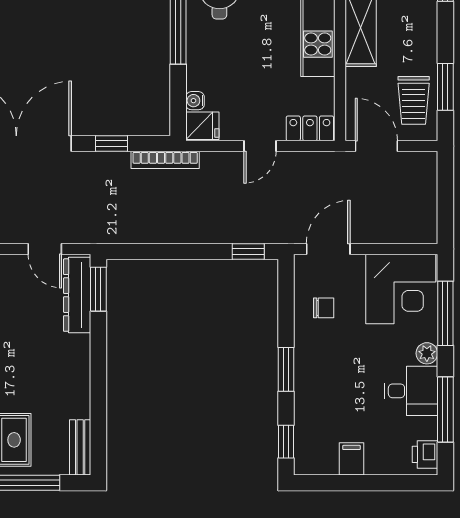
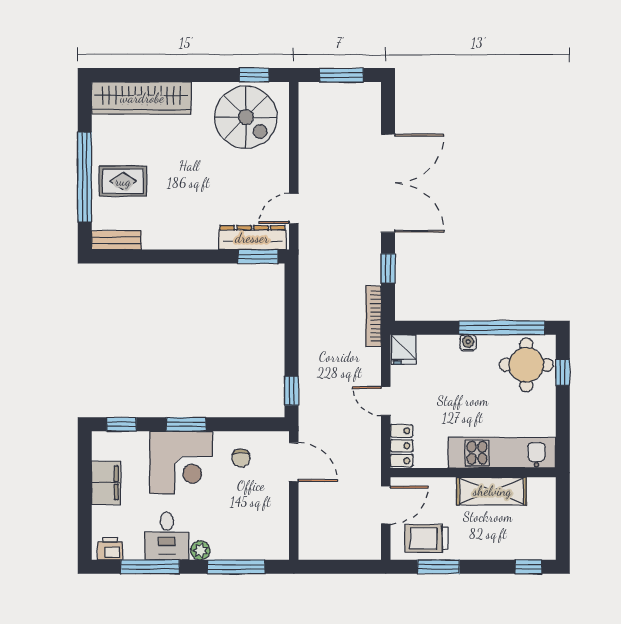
water cooler: (195, 101) -> (468, 343), moved
corner desk: (401, 289) -> (181, 463), moved, turned -90
filing cabinet: (351, 459) -> (106, 483), width x2.00

